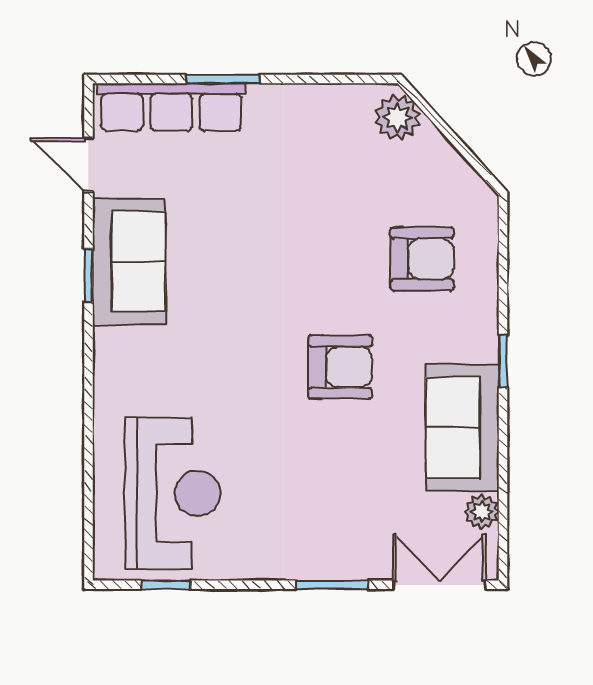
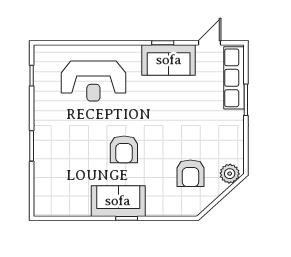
armchair: (422, 259) -> (190, 173), moved
sofa: (462, 428) -> (118, 201), moved
reception desk: (173, 493) -> (93, 81), moved
plant: (482, 512) -> (63, 209), removed
double door: (439, 585) -> (32, 191), removed

